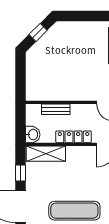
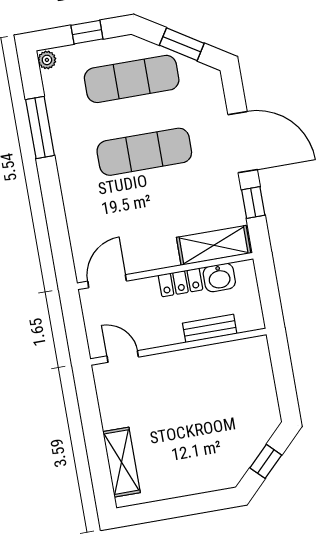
washbasin: (33, 135) -> (219, 278), moved, turned -90
locker: (74, 137) -> (180, 282), width x0.66

